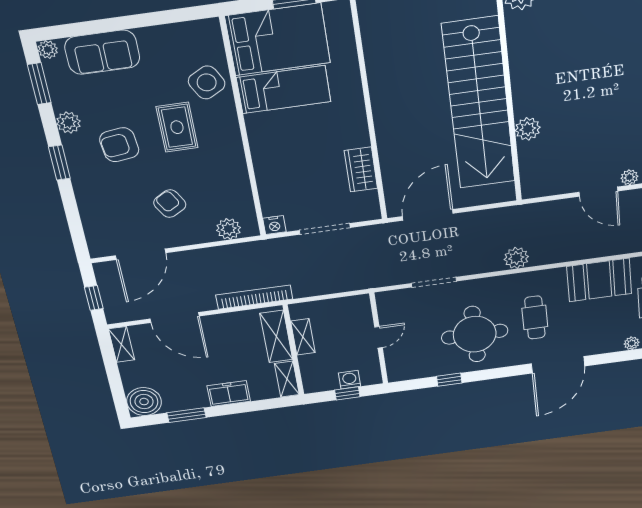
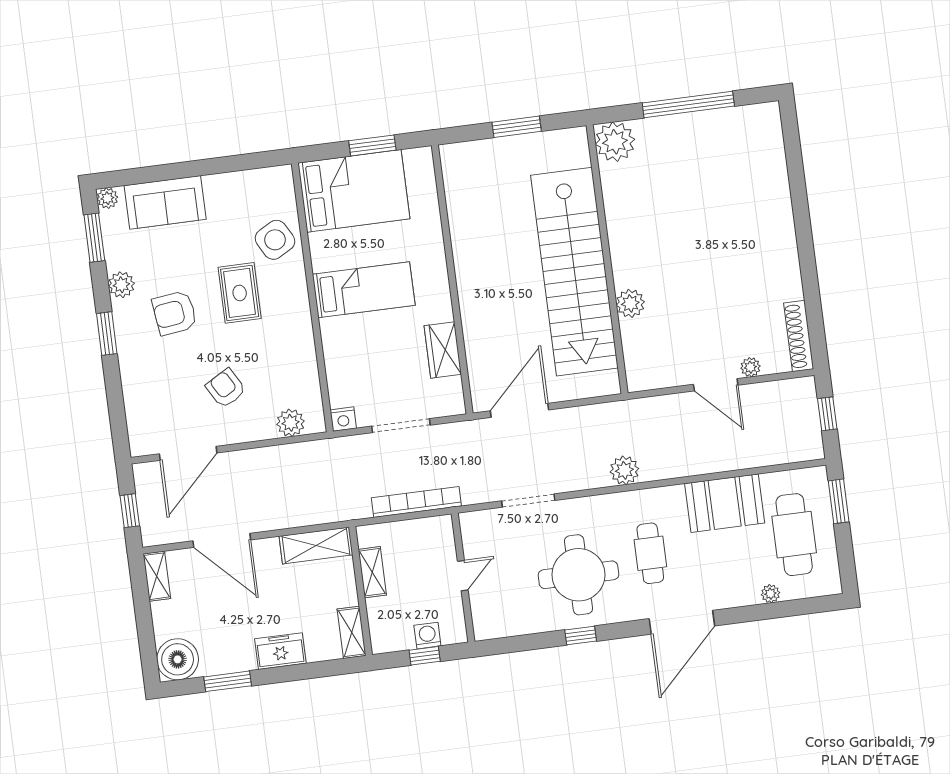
bed: (284, 89) -> (364, 290), moved
bookcase: (254, 297) -> (416, 502), moved
shelving: (276, 337) -> (316, 545), moved, turned 90
window: (449, 380) -> (581, 635), moved

